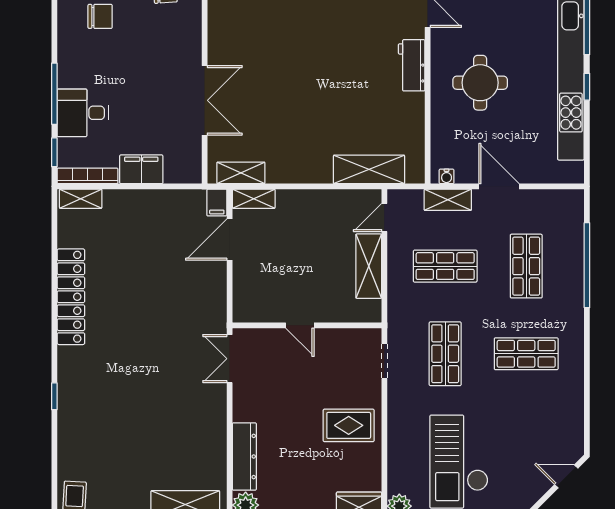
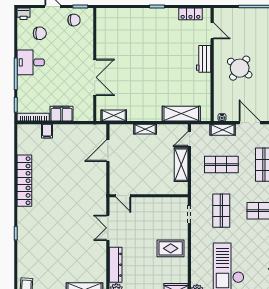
round table: (480, 83) -> (240, 68), turned 37
desk: (83, 113) -> (31, 62), moved
shelving: (81, 199) -> (30, 129), removed
shelving: (254, 199) -> (145, 129), moved
filing cabinet: (217, 203) -> (47, 131), moved
door: (300, 325) -> (123, 196), moved
double door: (230, 359) -> (108, 228), moved

